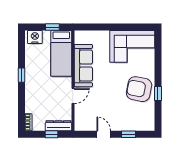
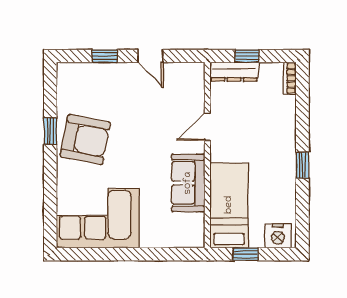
sofa: (83, 66) -> (188, 183), width x0.73

